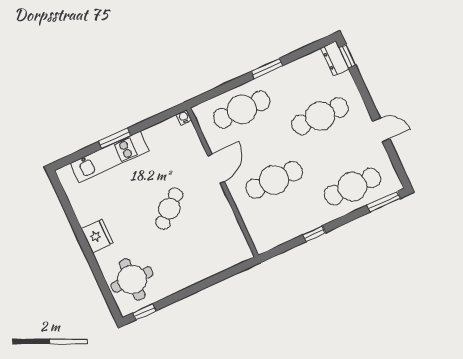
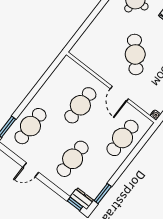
window: (267, 68) -> (103, 194), moved
cafe table: (169, 209) -> (135, 54), width x1.37, depth x1.35
window: (314, 234) -> (39, 85), removed

